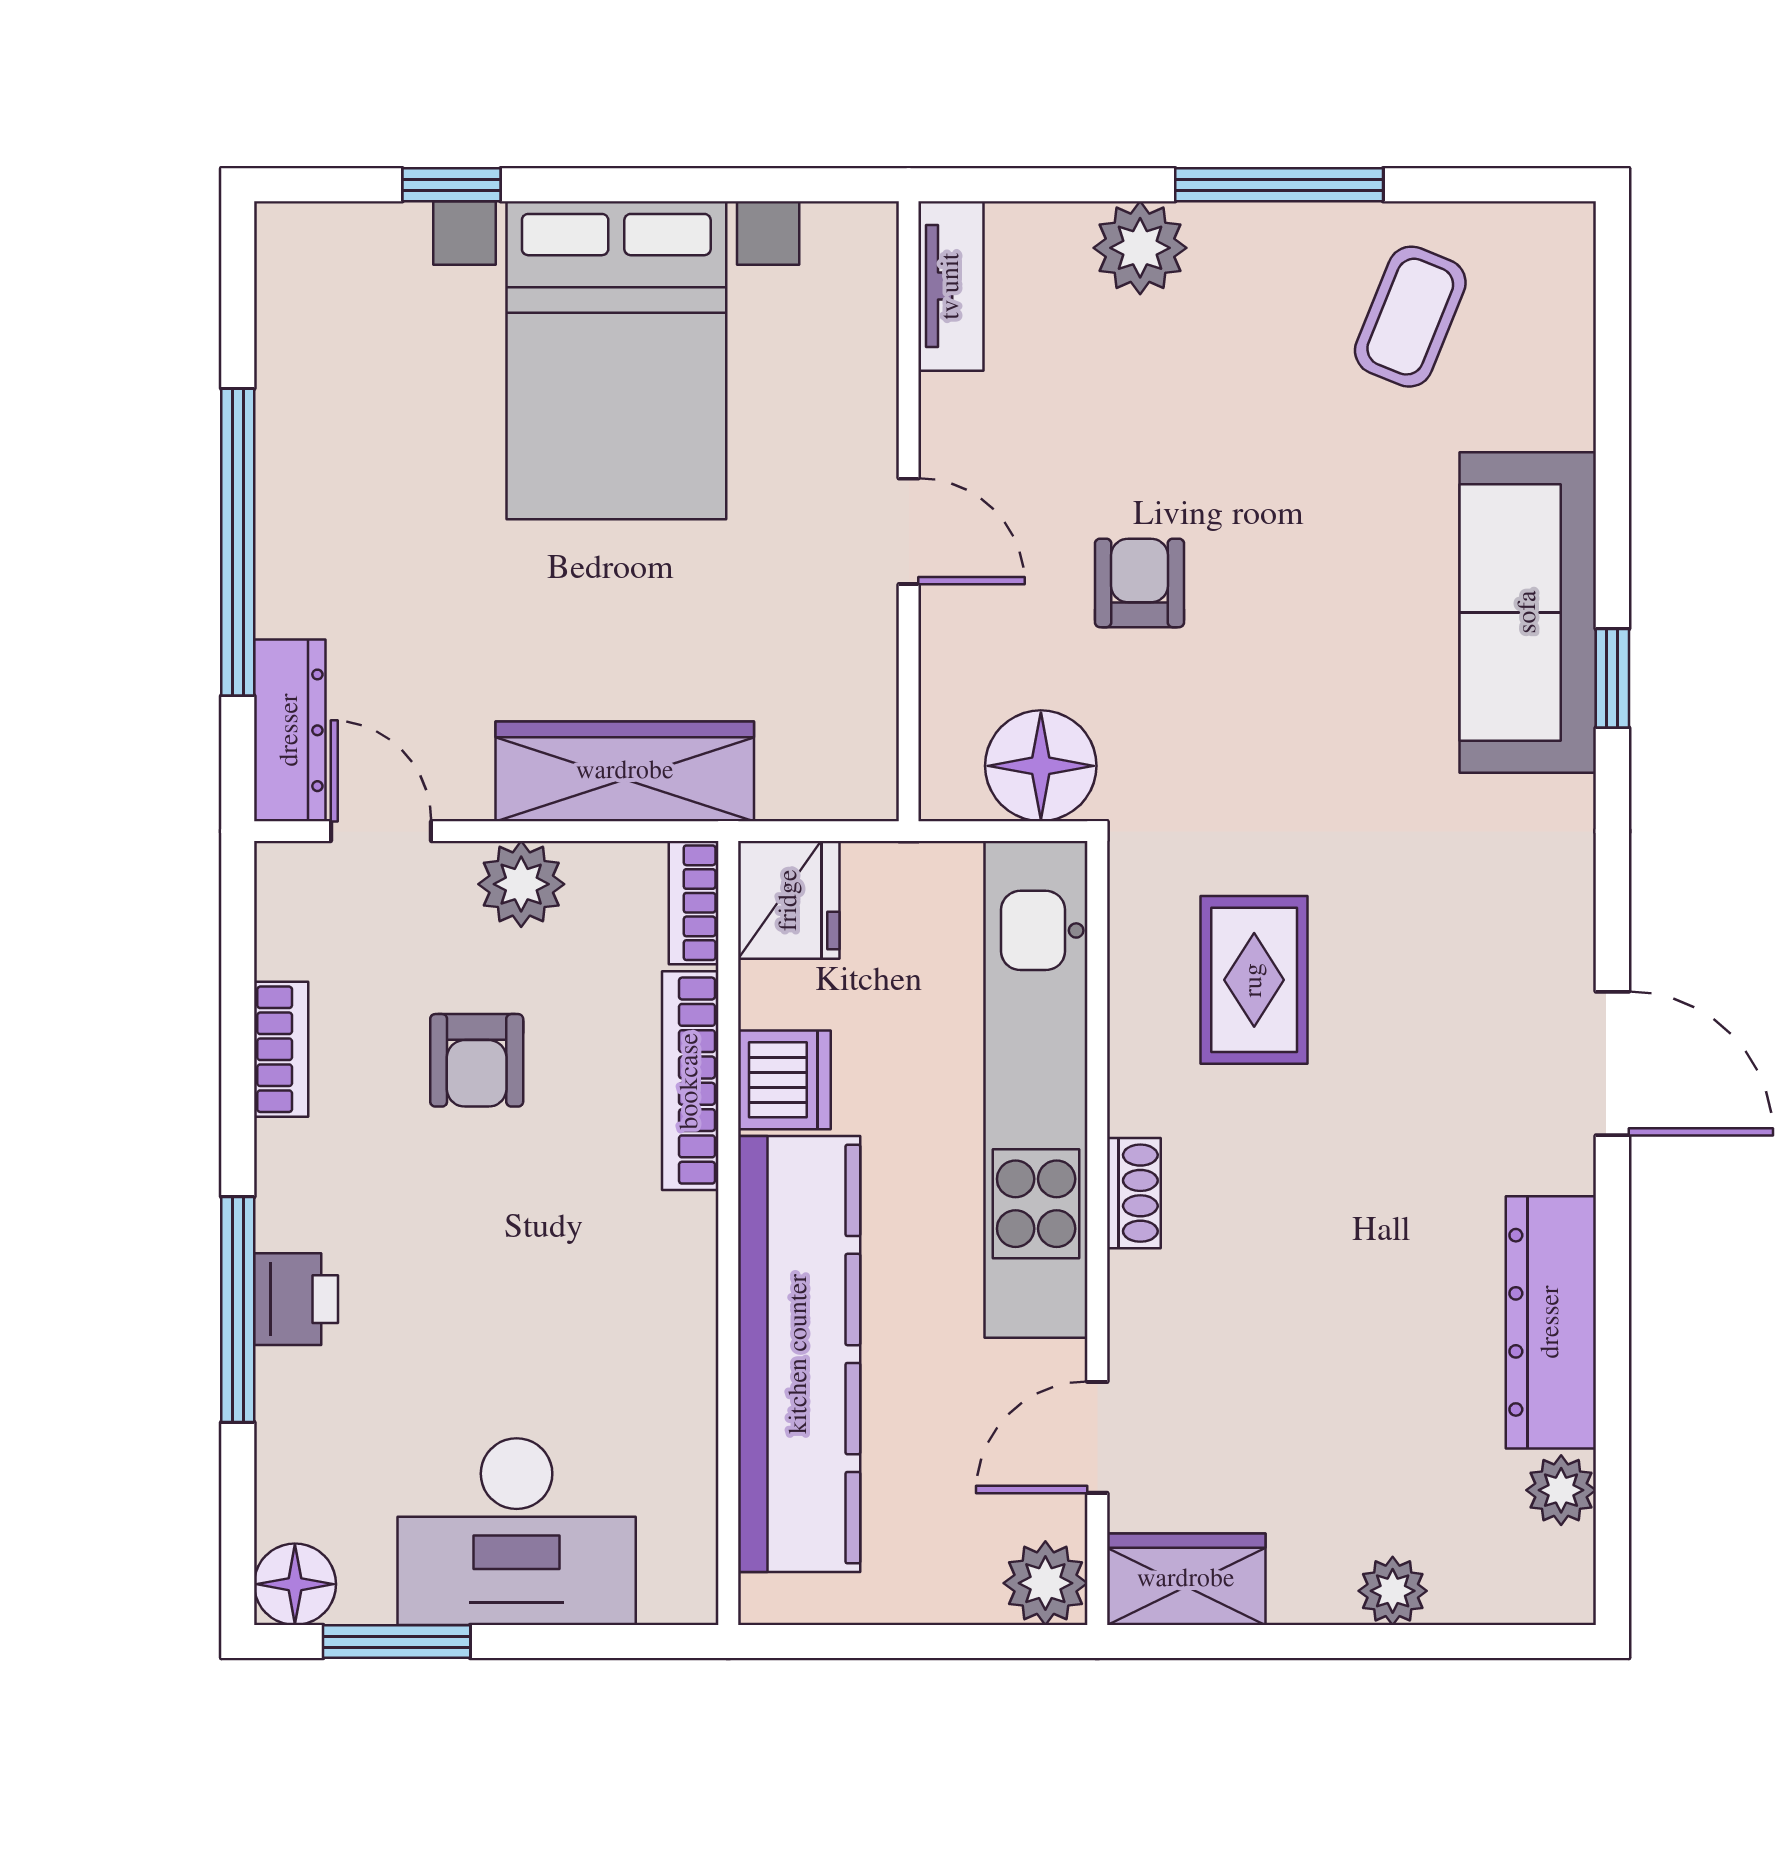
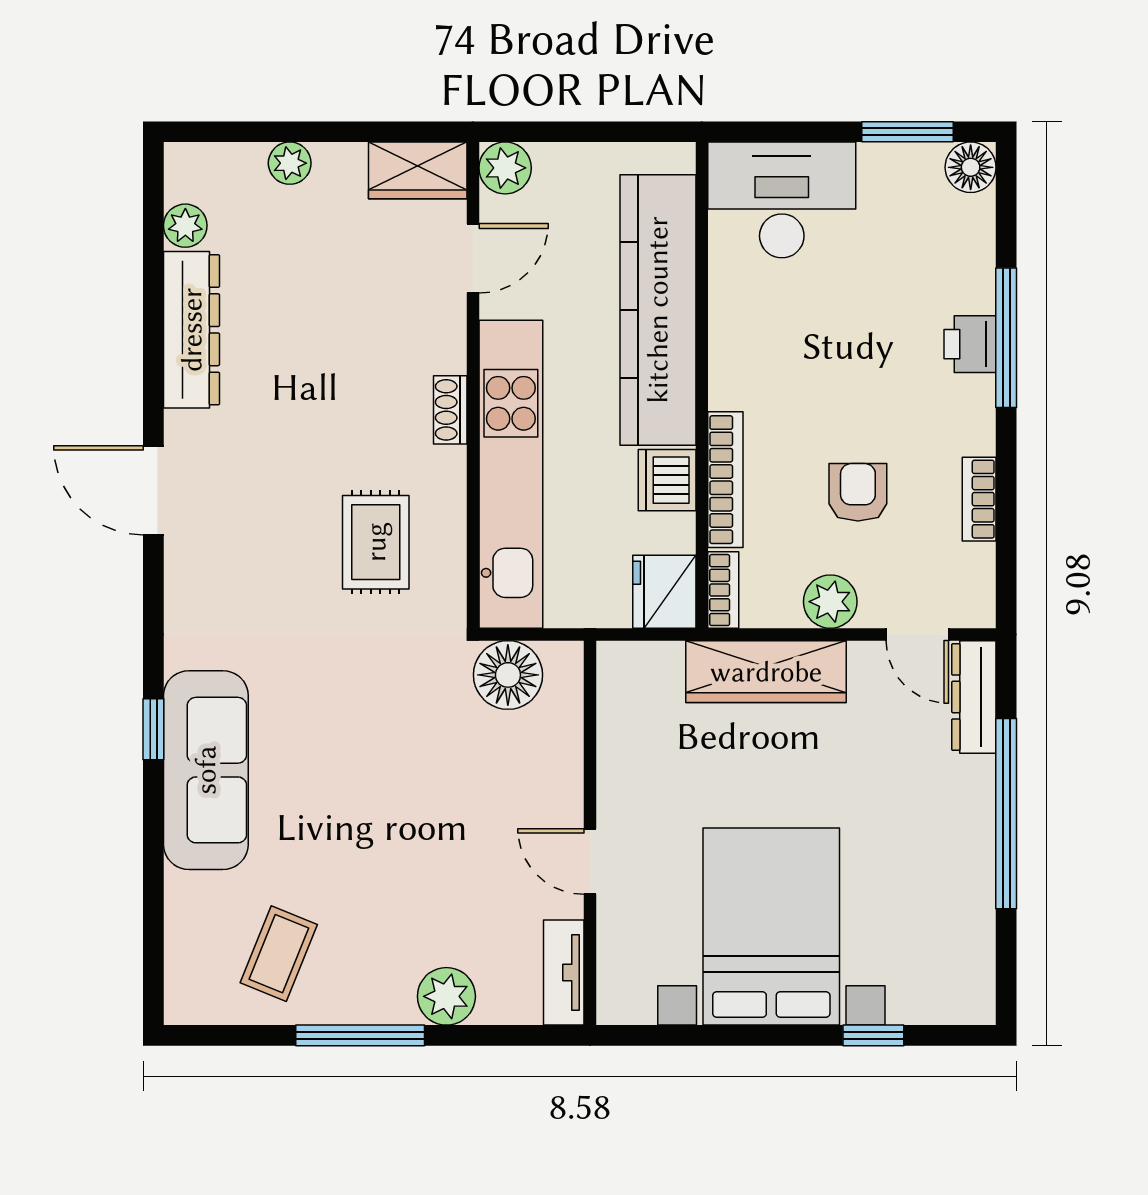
door: (909, 531) -> (590, 862), moved
armchair: (1139, 583) -> (447, 788), removed
desk: (517, 1532) -> (782, 200), moved

